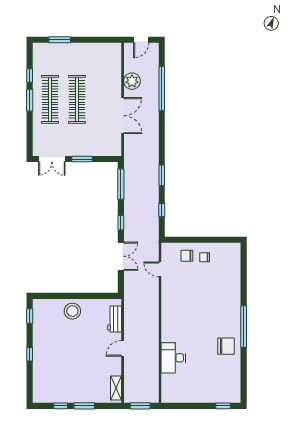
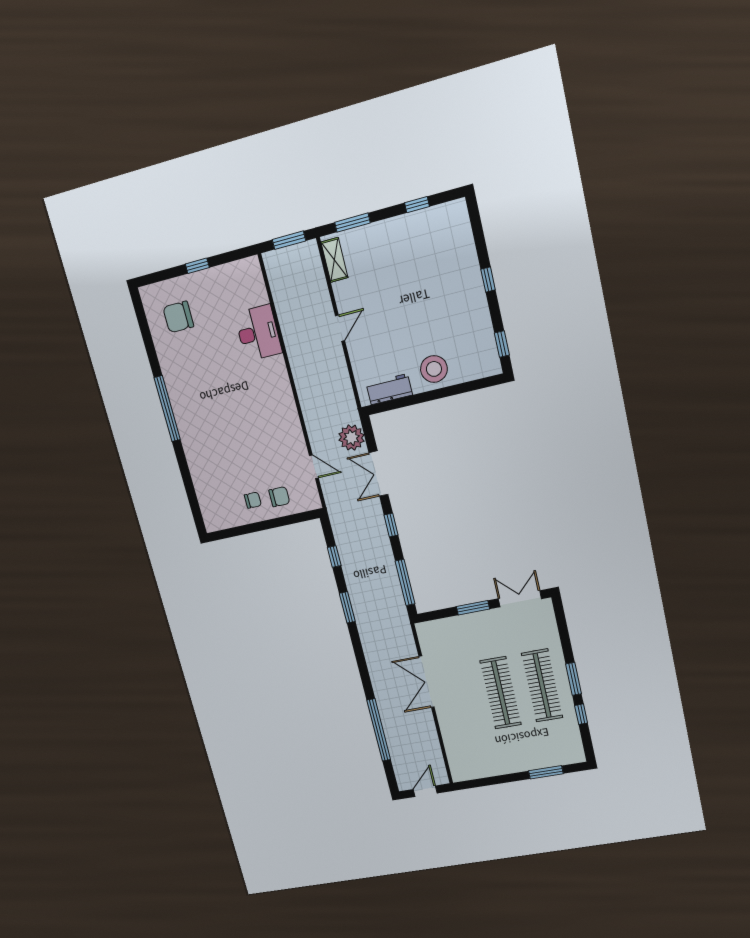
plant: (132, 81) -> (351, 438), moved
workbench: (115, 319) -> (389, 389), moved, turned -90
chair: (226, 346) -> (178, 317), moved
window: (84, 406) -> (352, 223), moved
window: (223, 406) -> (197, 266), moved

